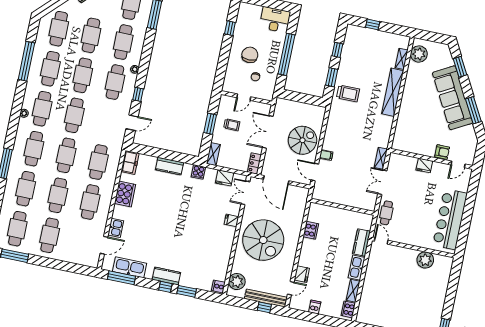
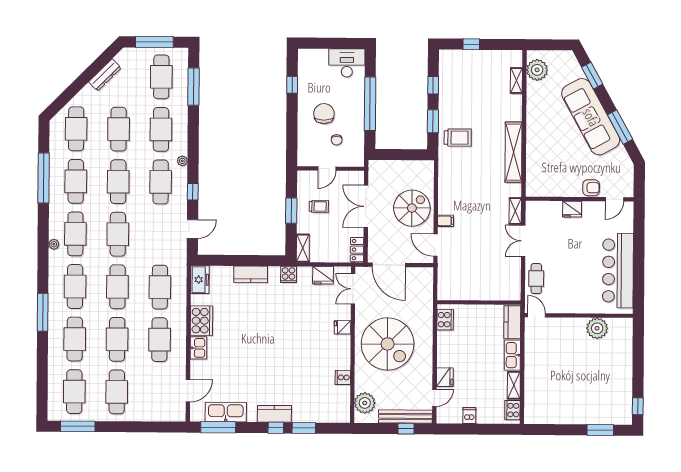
shelving: (393, 92) -> (513, 152), moved
wall: (342, 207) -> (479, 302), moved
kitchen sink: (116, 228) -> (198, 348), moved
cooker: (218, 286) -> (343, 377), moved

